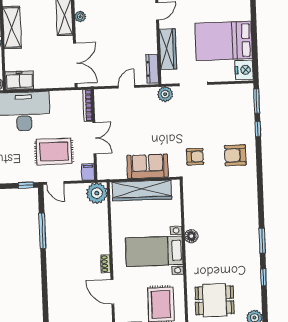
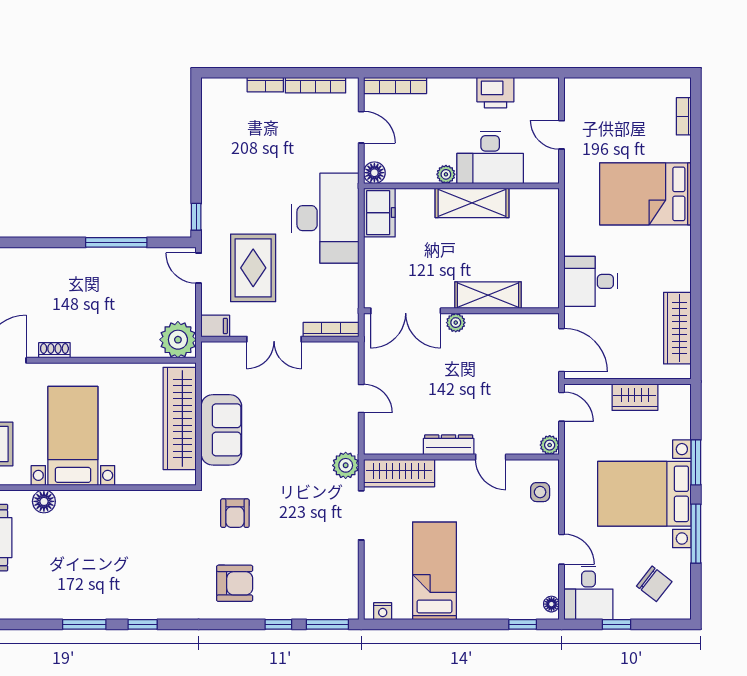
plant: (80, 17) -> (456, 323), moved
bed: (224, 41) -> (434, 571), width x0.67
wardrobe: (168, 49) -> (399, 473), moved
dresser: (152, 69) -> (449, 445), moved
nightstand: (244, 70) -> (383, 611), width x0.53, depth x0.56
armchair: (235, 155) -> (235, 583), turned 90
door: (55, 183) -> (199, 268), hinge flipped
floor lamp: (191, 236) -> (44, 501), moved
window: (263, 277) -> (143, 624), moved

